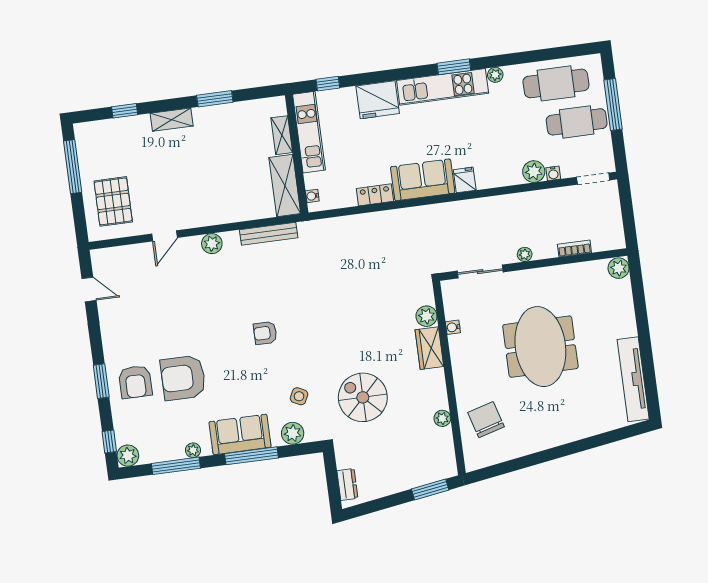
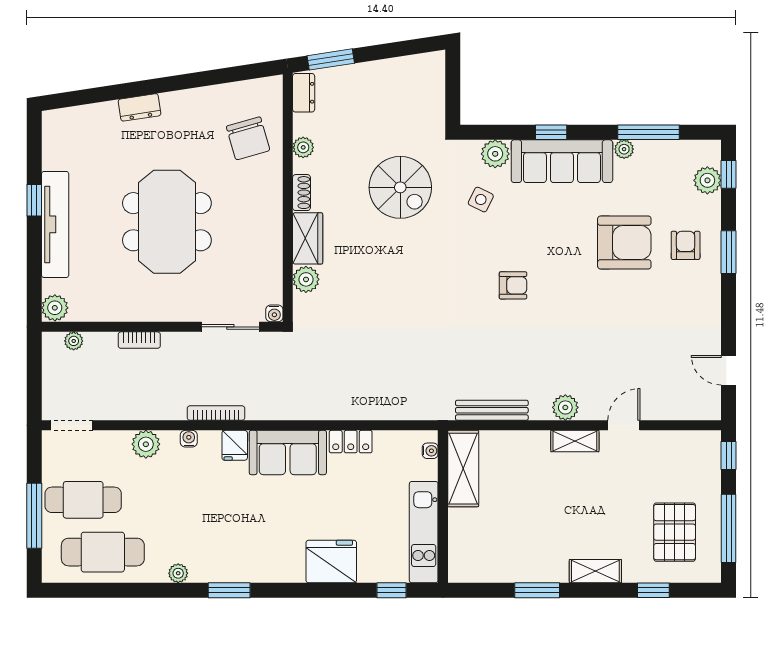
kitchen unit: (443, 87) -> (247, 567), removed
shelving: (282, 135) -> (575, 441), moved, turned 90
water cooler: (553, 173) -> (189, 439), moved
pallet: (113, 201) -> (675, 532), moved
bookcase: (482, 203) -> (216, 413), added
window: (80, 223) -> (729, 455), added
bookcase: (574, 248) -> (139, 340), moved
plant: (525, 254) -> (74, 341), moved
water cooler: (453, 327) -> (274, 313), moved, turned 90
window: (646, 349) -> (34, 200), added
tv unit: (633, 379) -> (55, 224), moved
armchair: (135, 382) -> (686, 245), width x0.72, depth x0.72
shoe rack: (439, 383) -> (301, 193), added
dresser: (573, 432) -> (140, 107), added
sofa: (240, 434) -> (562, 161), width x1.36
plant: (128, 456) -> (707, 180), moved
window: (251, 456) -> (551, 132), width x0.46
dresser: (347, 484) -> (304, 93), moved, turned 180

